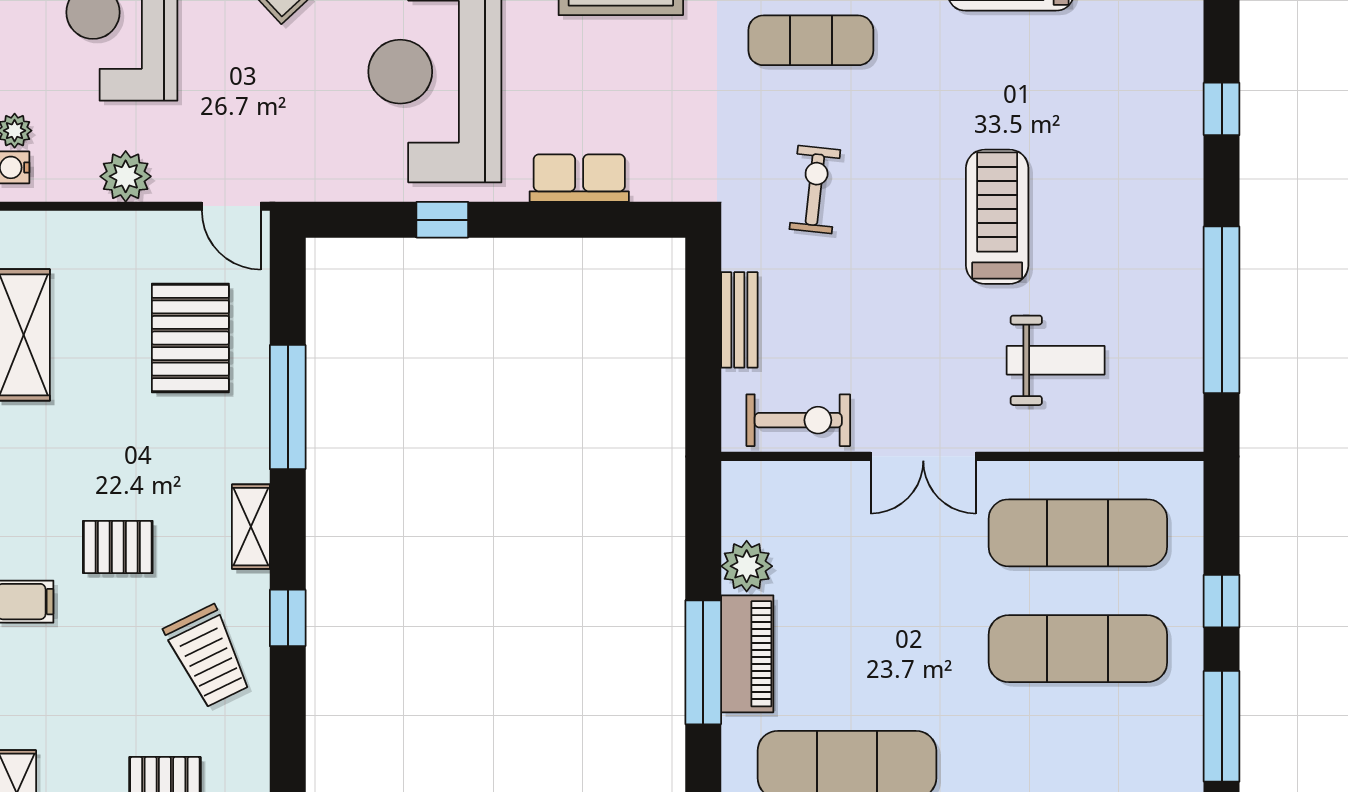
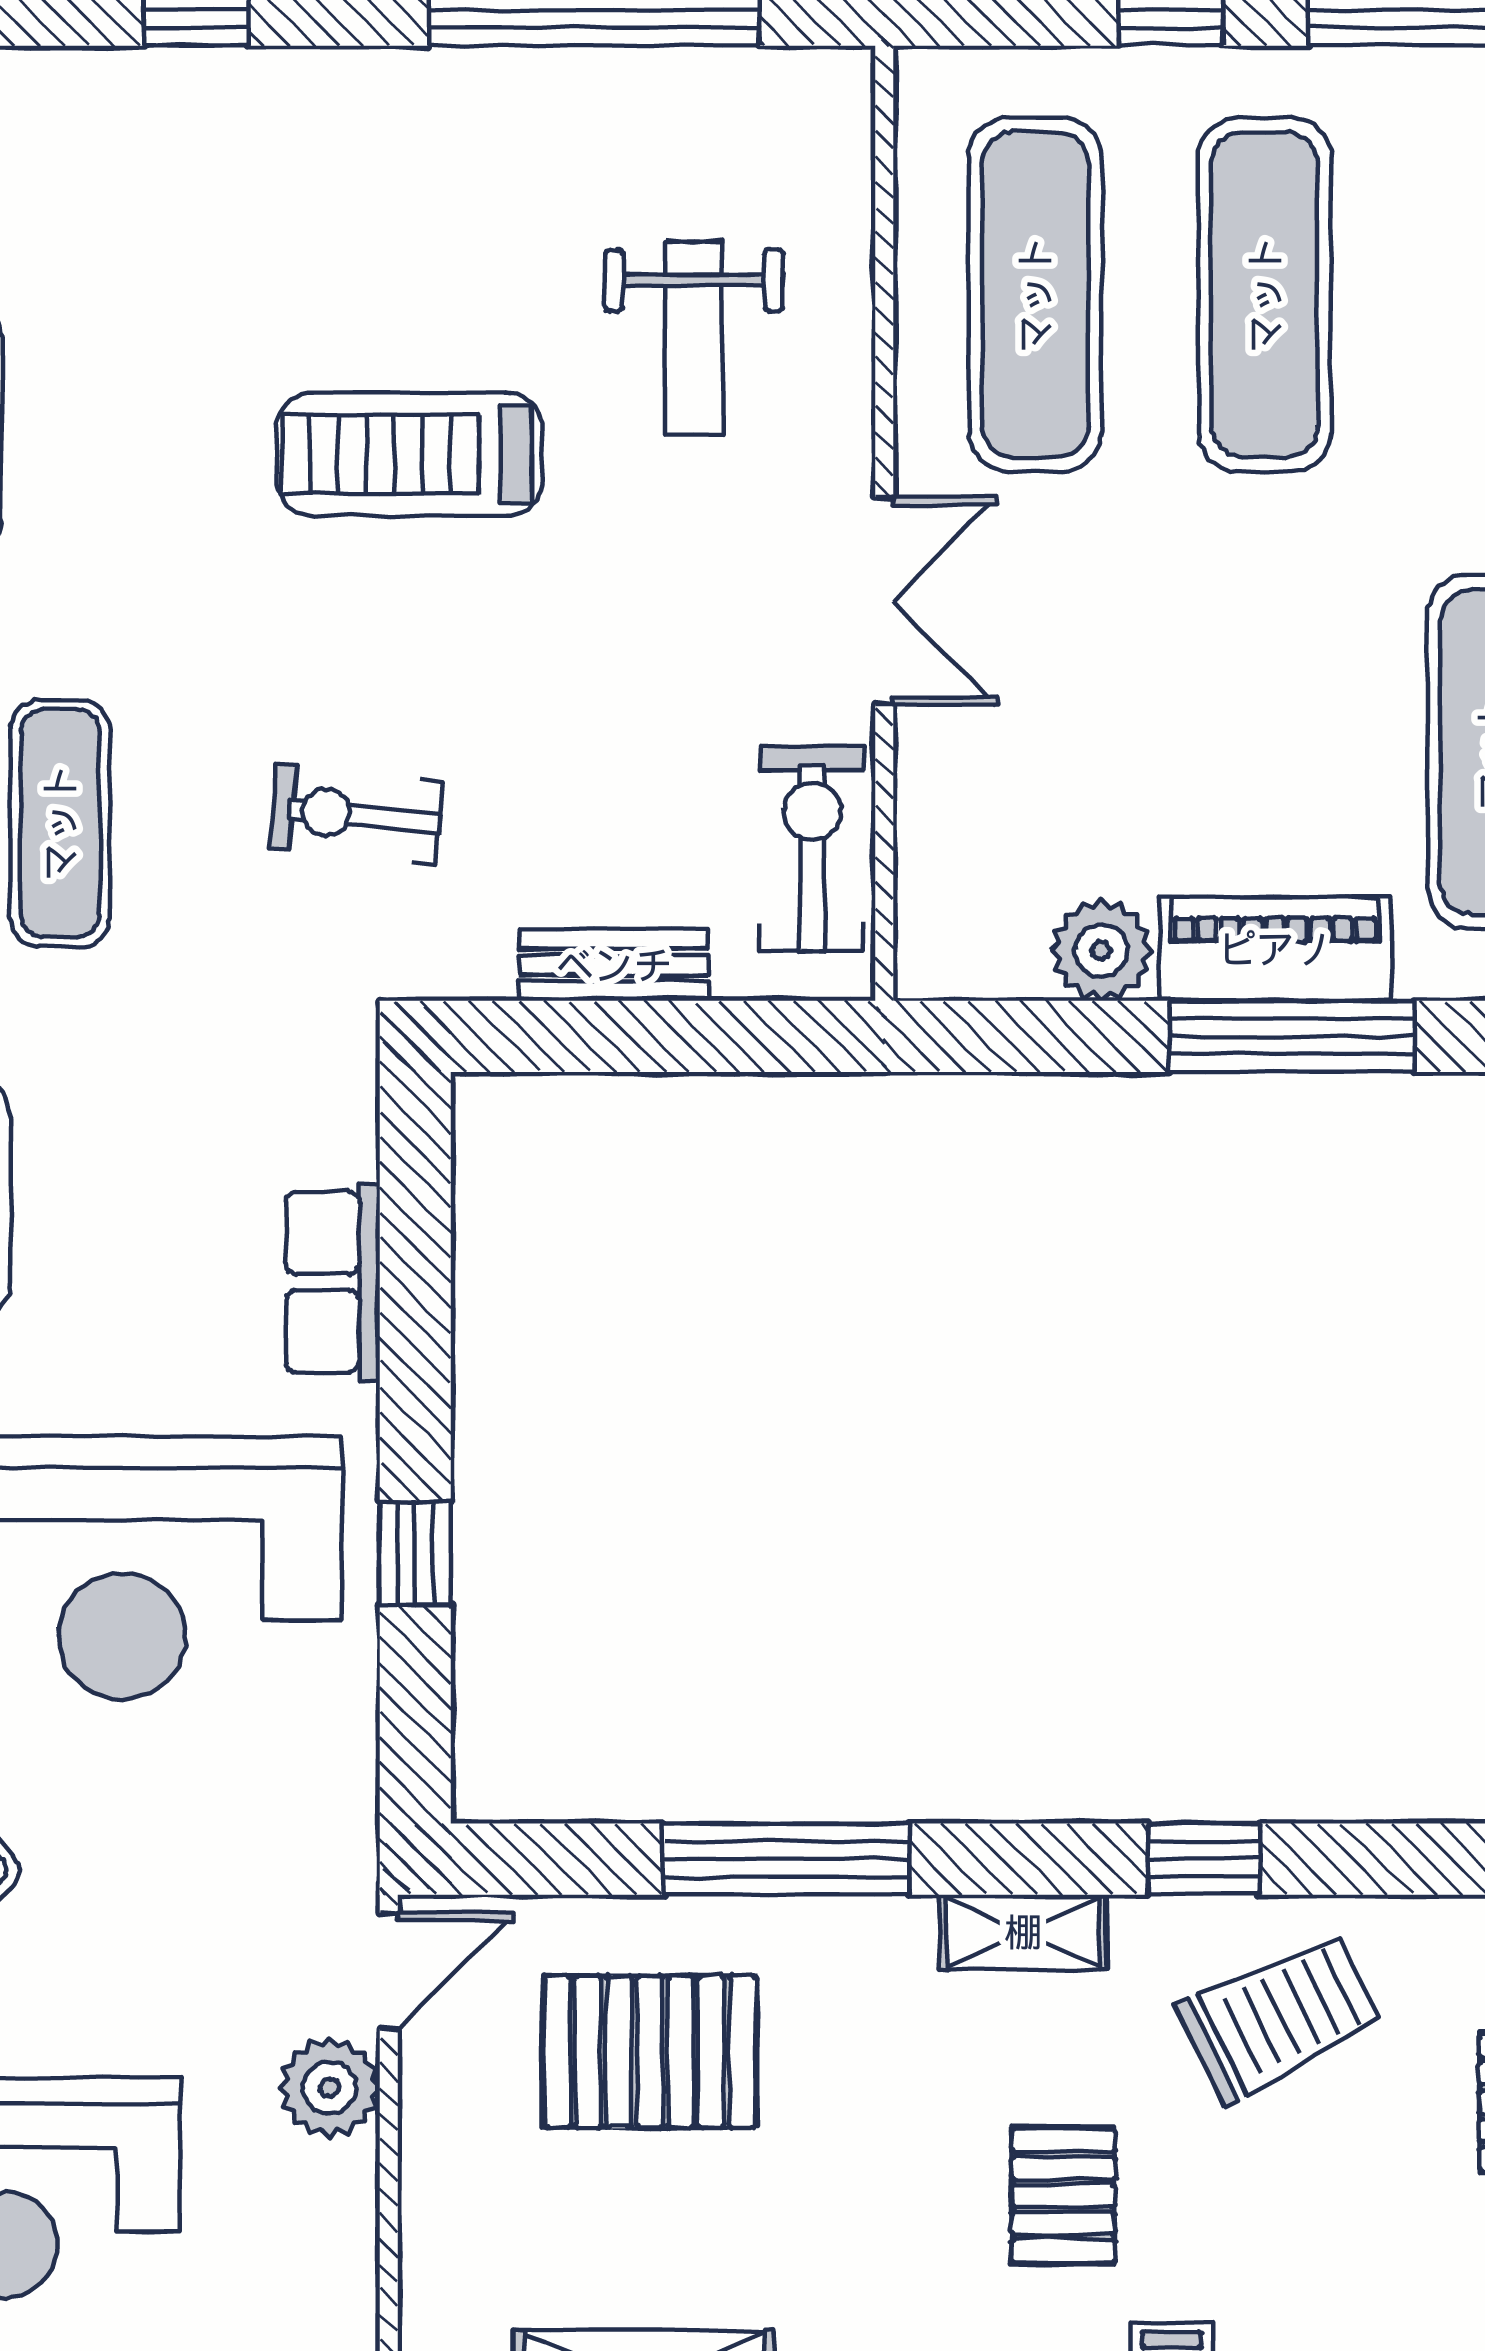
plant: (126, 176) -> (329, 2088), moved
weight bench: (1056, 360) -> (694, 339), turned 180

